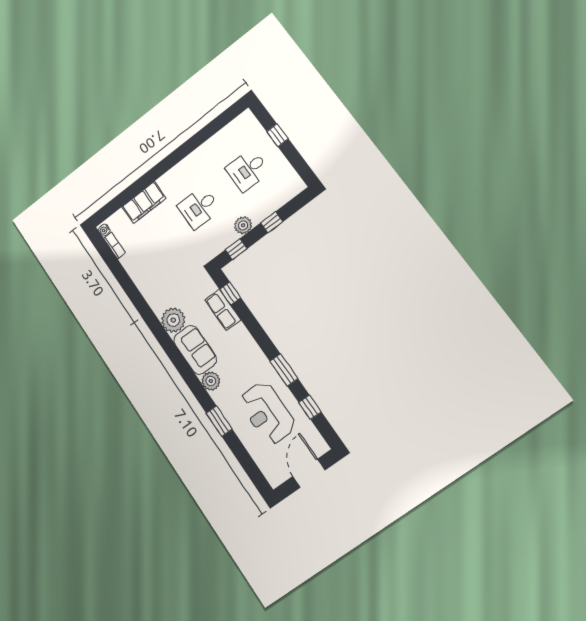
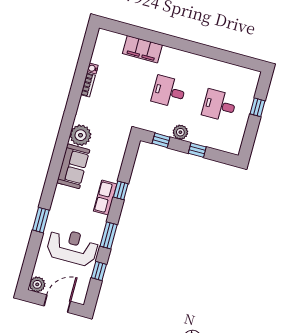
water cooler: (104, 230) -> (93, 68), moved
bookcase: (115, 246) -> (88, 85), moved
window: (230, 294) -> (121, 190), moved
row of seats: (223, 310) -> (105, 198), moved
plant: (211, 381) -> (37, 284), moved
reception desk: (267, 413) -> (72, 247), turned 90

